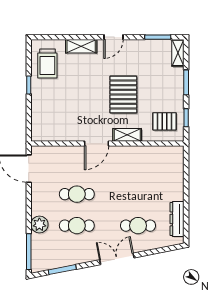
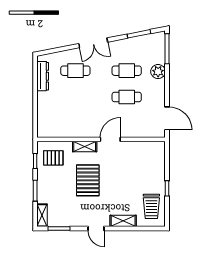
door: (113, 37) -> (96, 229), swing flipped
trolley: (47, 63) -> (151, 206), turned 180

